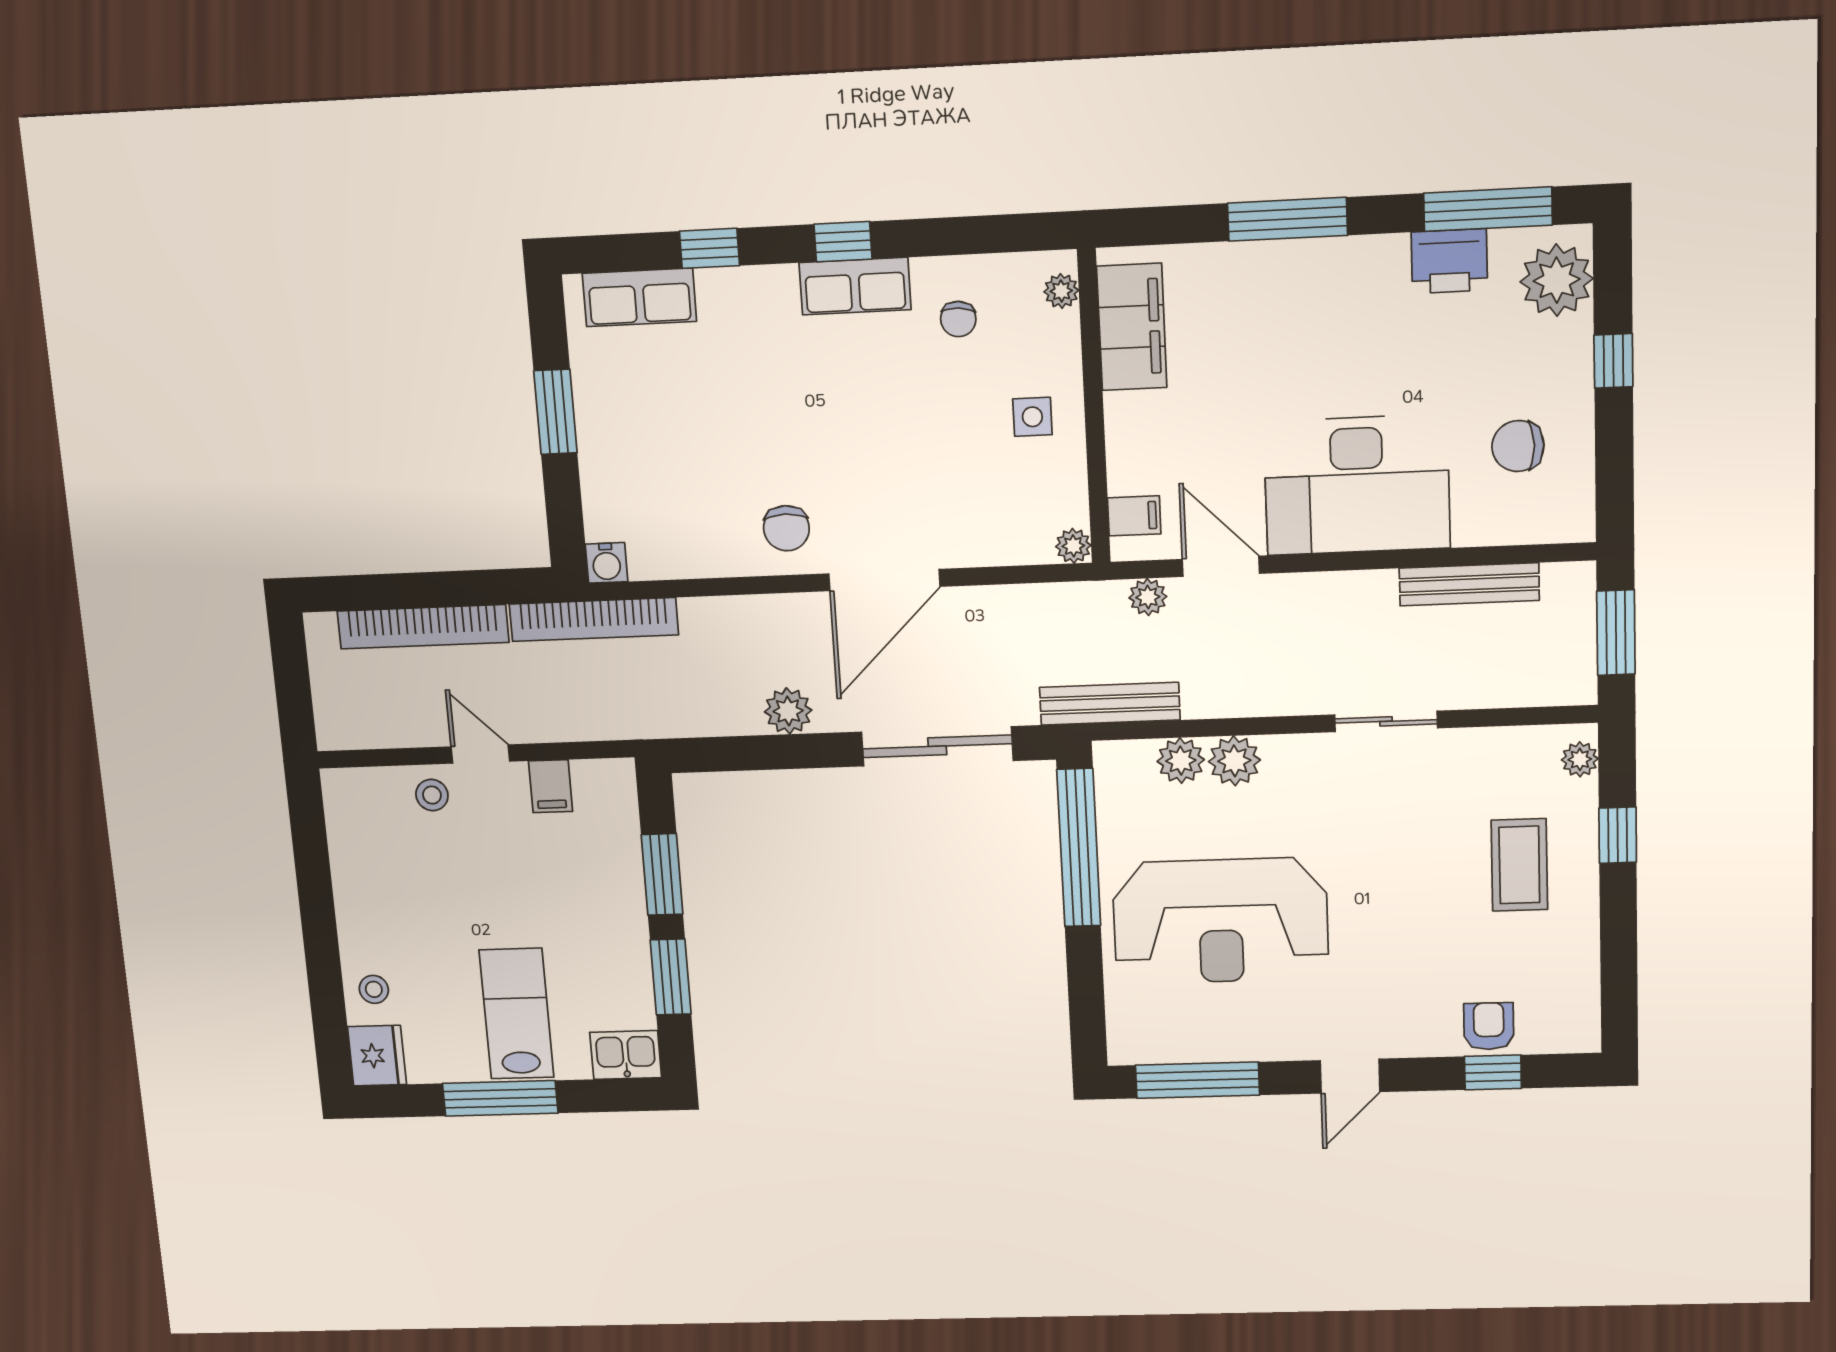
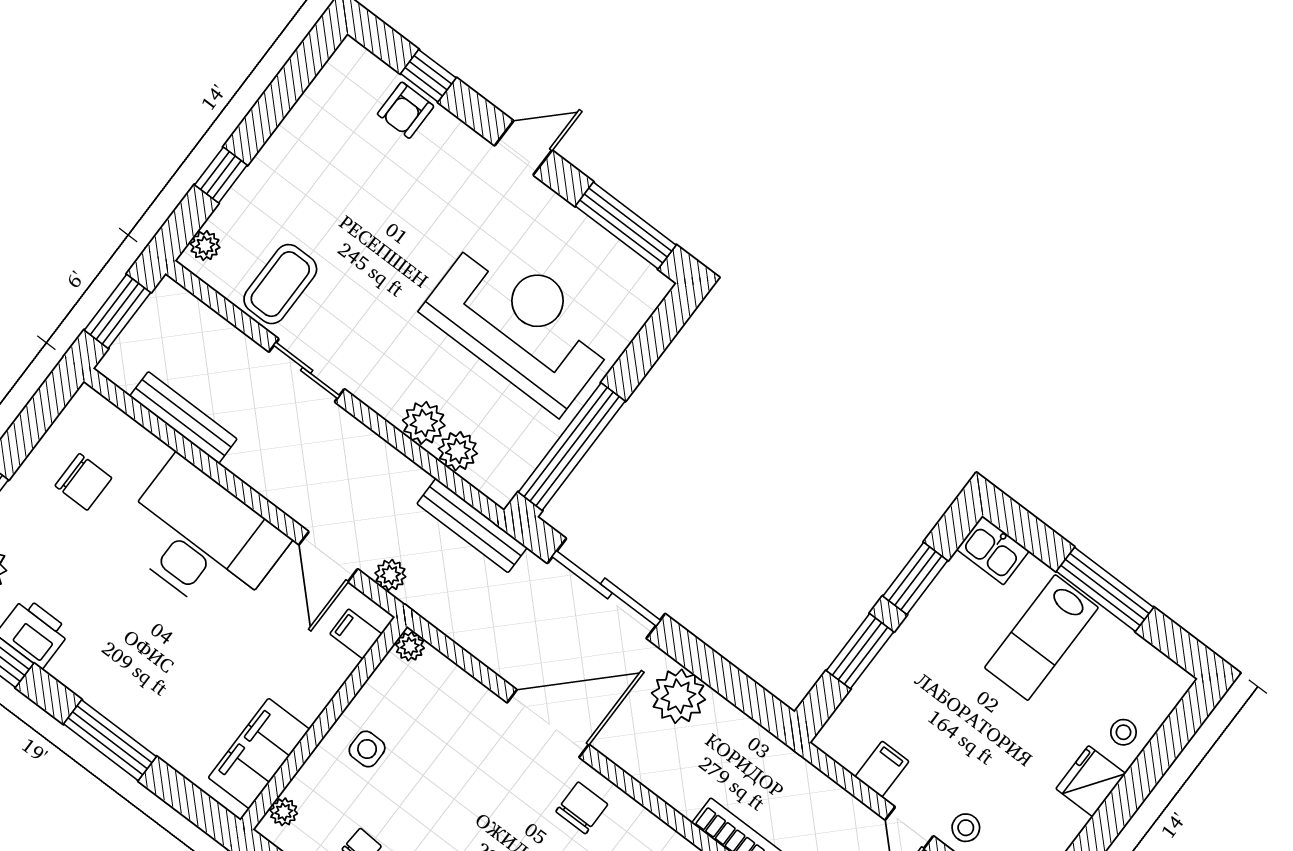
plant: (788, 711) -> (678, 696), width x1.36, depth x1.36
coffee table: (1519, 865) -> (280, 284), moved
fridge: (377, 1056) -> (1091, 781), moved

